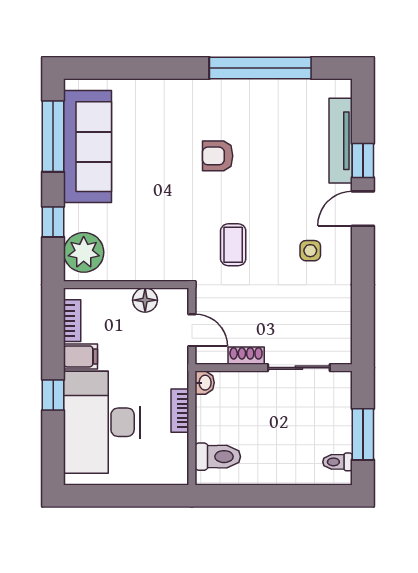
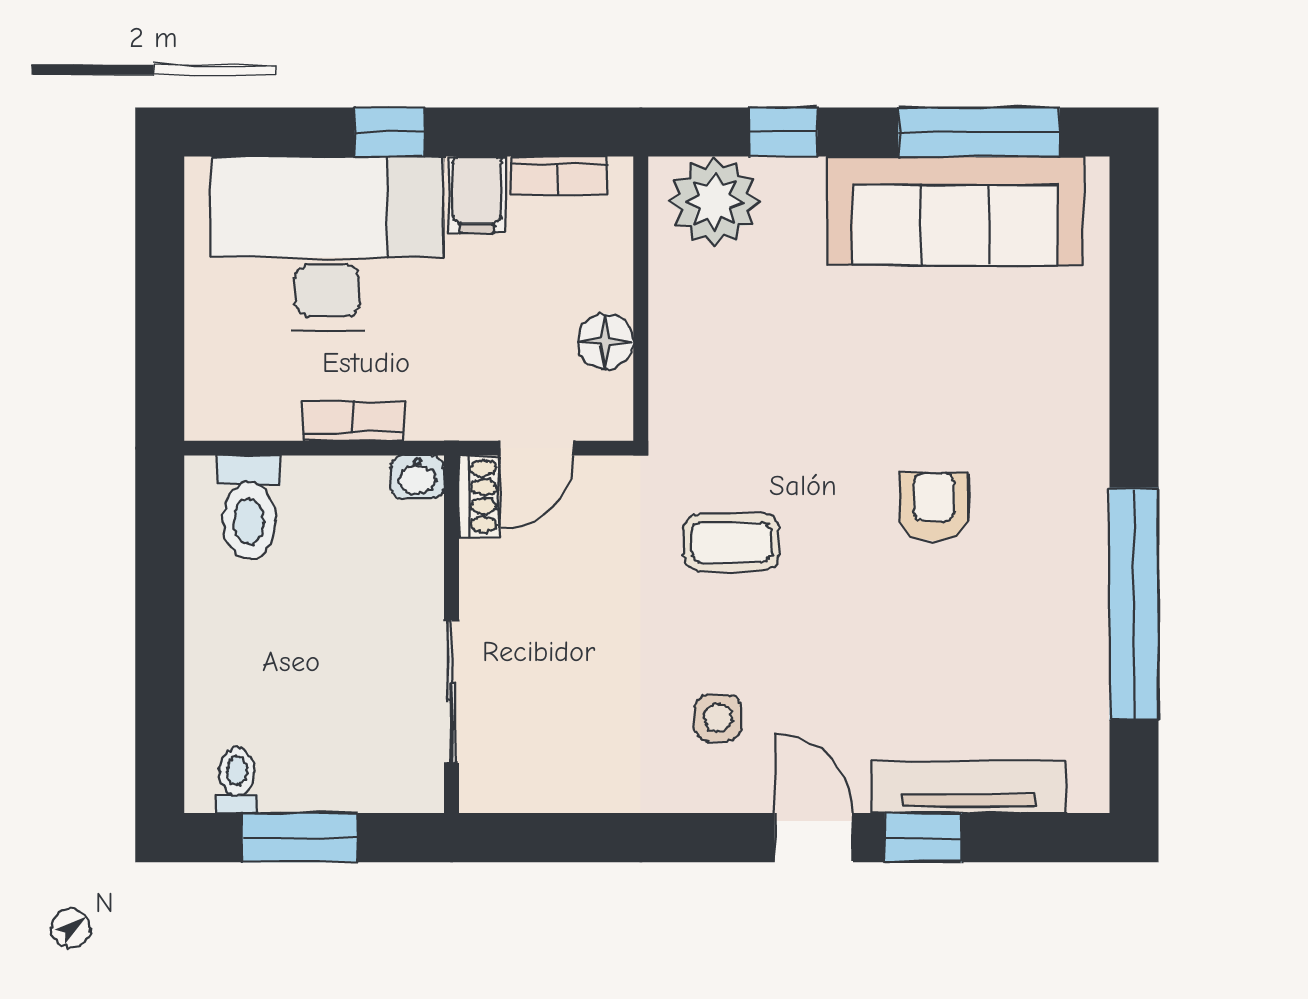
shoe rack: (246, 356) -> (479, 497), moved

